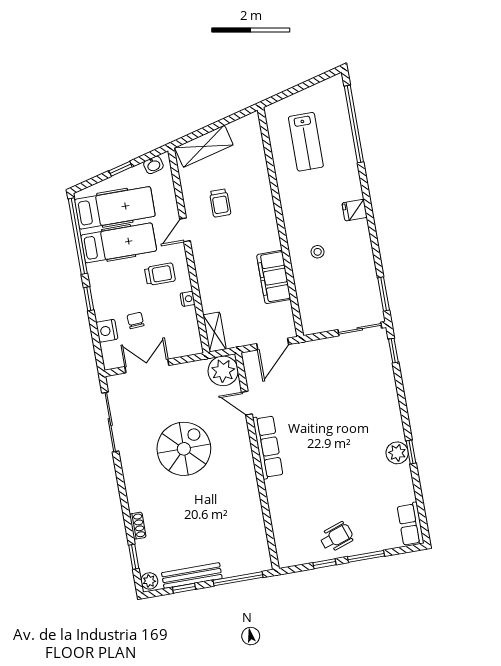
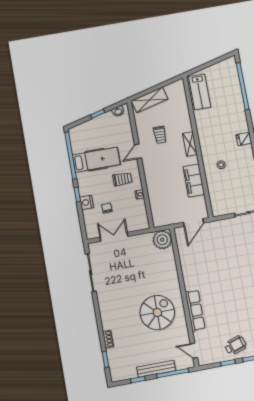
lab bench: (306, 142) -> (200, 92), moved
hospital bed: (115, 208) -> (94, 138), removed
nightstand: (107, 331) -> (87, 202), moved
shelving: (215, 332) -> (190, 144), moved
door: (247, 403) -> (194, 351), moved
row of seats: (268, 447) -> (195, 310), moved
spiral stairs: (184, 449) -> (157, 313), moved
bench: (192, 576) -> (156, 369), moved
plant: (149, 581) -> (116, 375), removed

